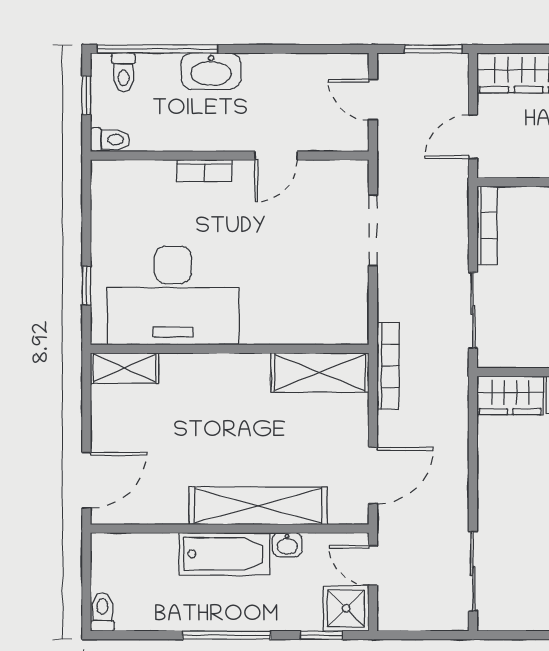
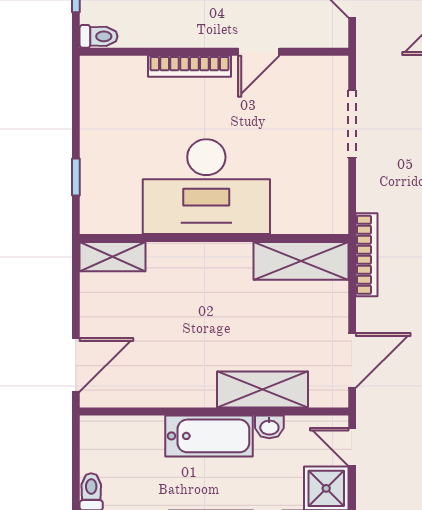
bookcase: (204, 171) -> (189, 66), width x1.56
desk: (173, 295) -> (206, 187), moved
shelving: (258, 506) -> (263, 390), width x0.68

